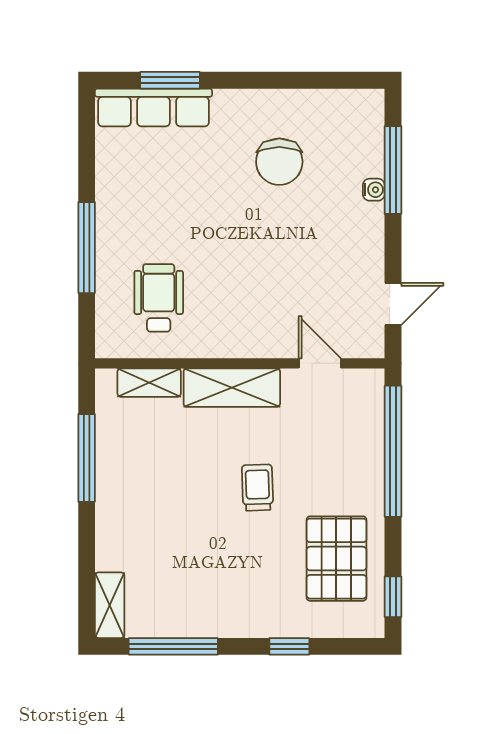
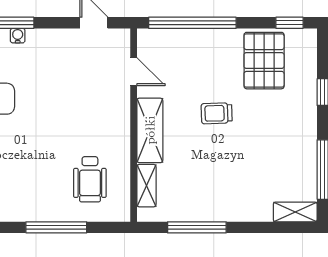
wheelchair: (159, 298) -> (90, 179), turned -90
door: (320, 363) -> (134, 72), swing flipped
pallet: (336, 559) -> (264, 61), turned 90

